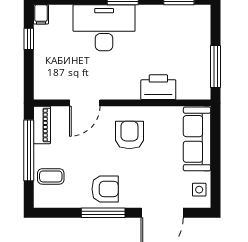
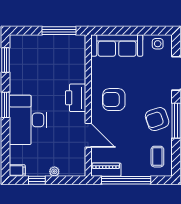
plant: (40, 61) -> (54, 171), added
printer: (158, 87) -> (76, 98), moved
coffee table: (51, 176) -> (157, 157), moved
armchair: (105, 189) -> (157, 119), turned -109

